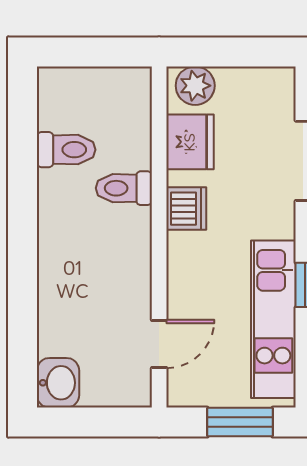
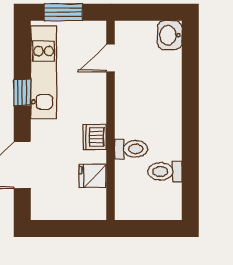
plant: (195, 86) -> (89, 209), removed
fridge: (190, 142) -> (92, 176), width x0.72

